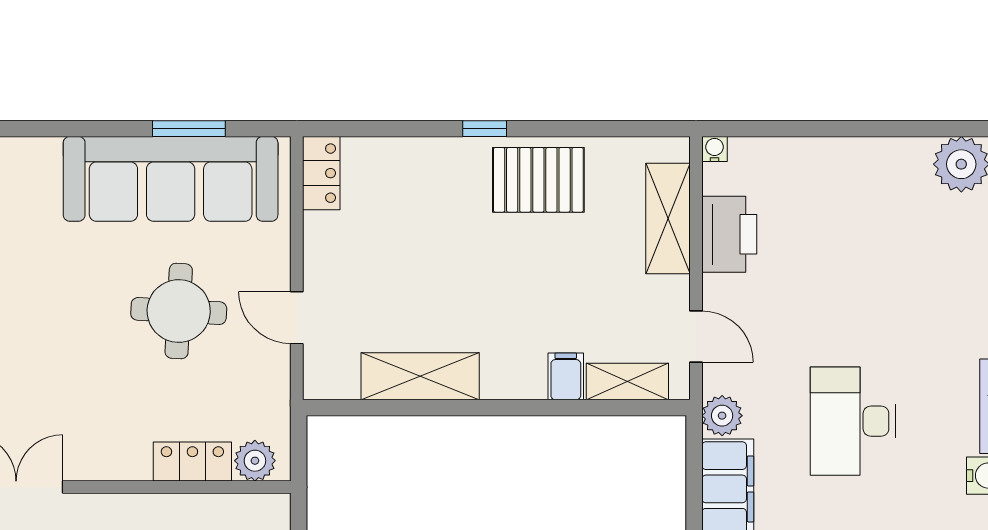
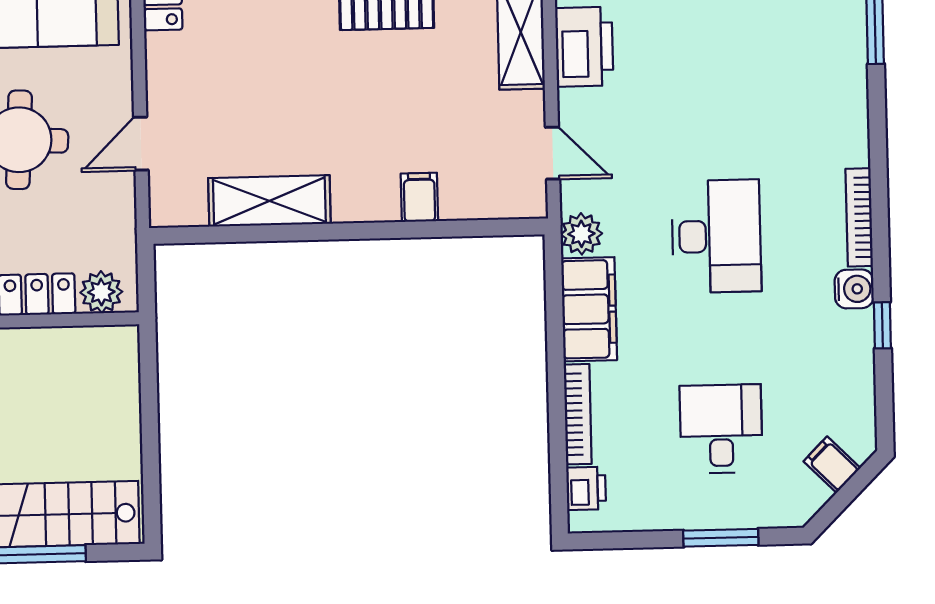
door: (297, 318) -> (141, 144), hinge flipped
shelving: (627, 381) -> (483, 201), removed
desk: (853, 421) -> (716, 236), turned 180

